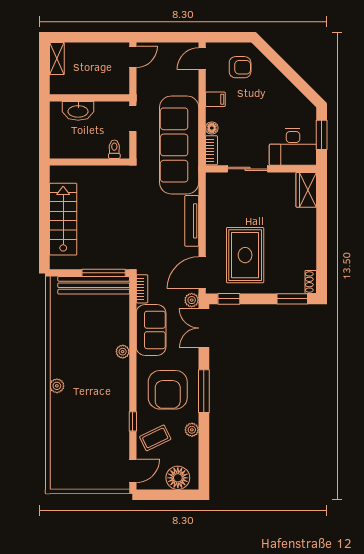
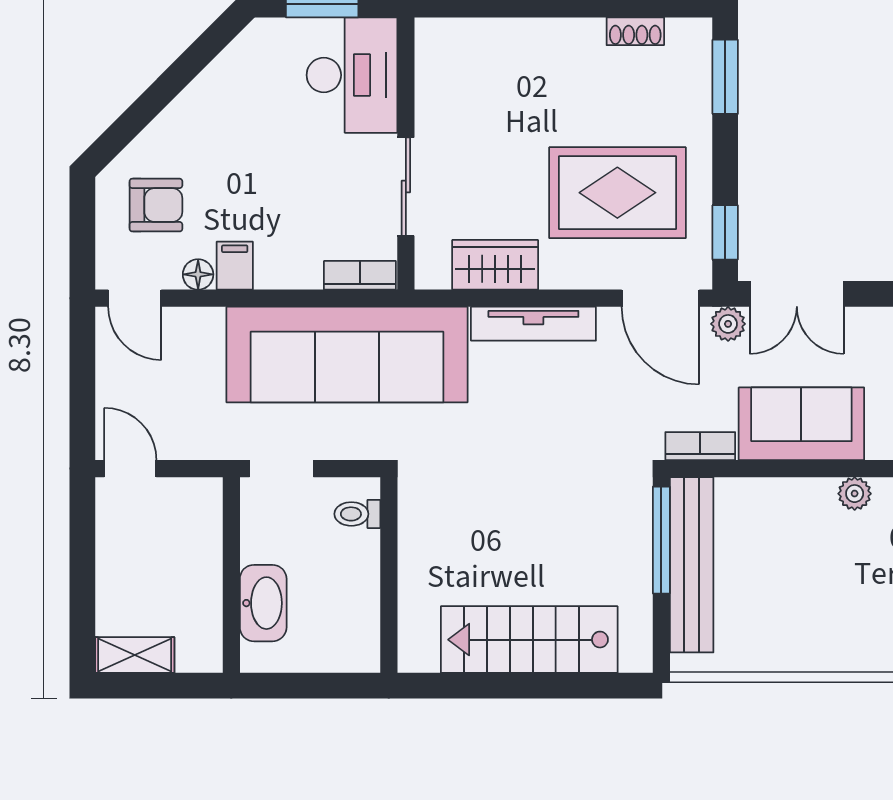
armchair: (240, 67) -> (156, 205), turned 90
floor lamp: (212, 128) -> (198, 274), moved
wardrobe: (306, 190) -> (495, 265), moved, turned 180
shoe rack: (311, 282) -> (635, 31), moved

